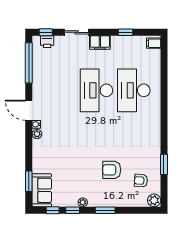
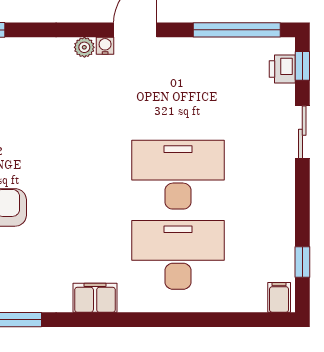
window: (126, 32) -> (302, 262), moved
filing cabinet: (100, 43) -> (95, 298), moved, turned 90

